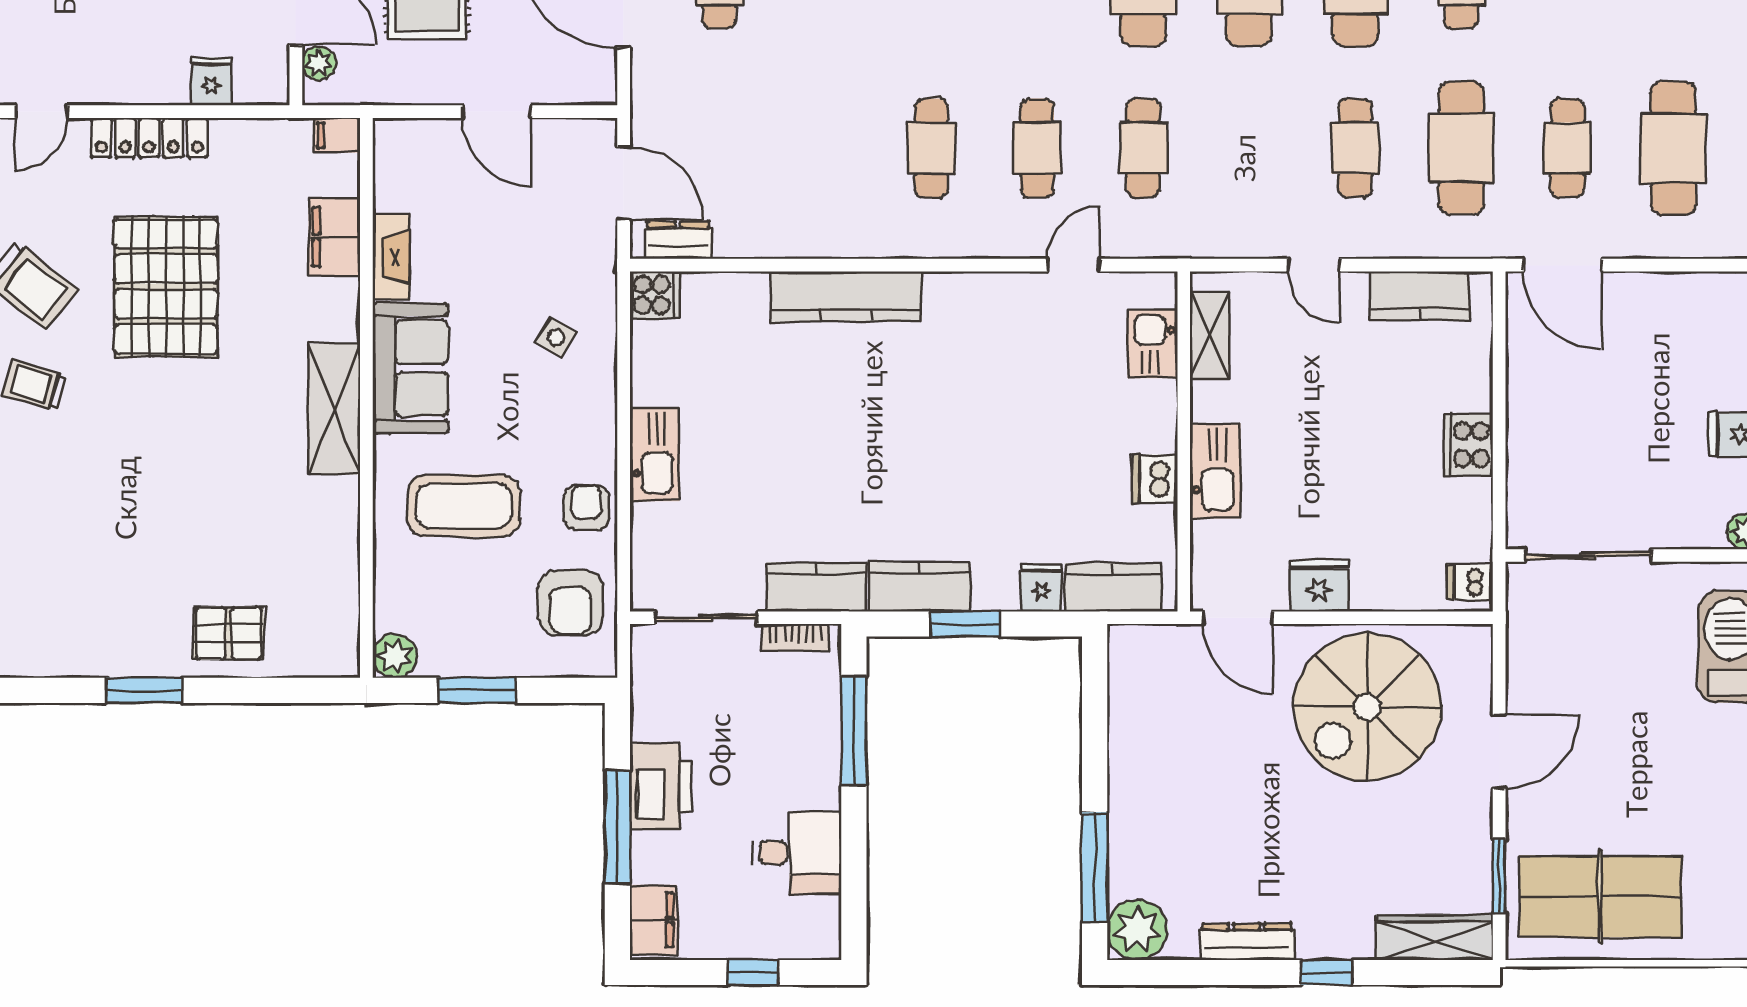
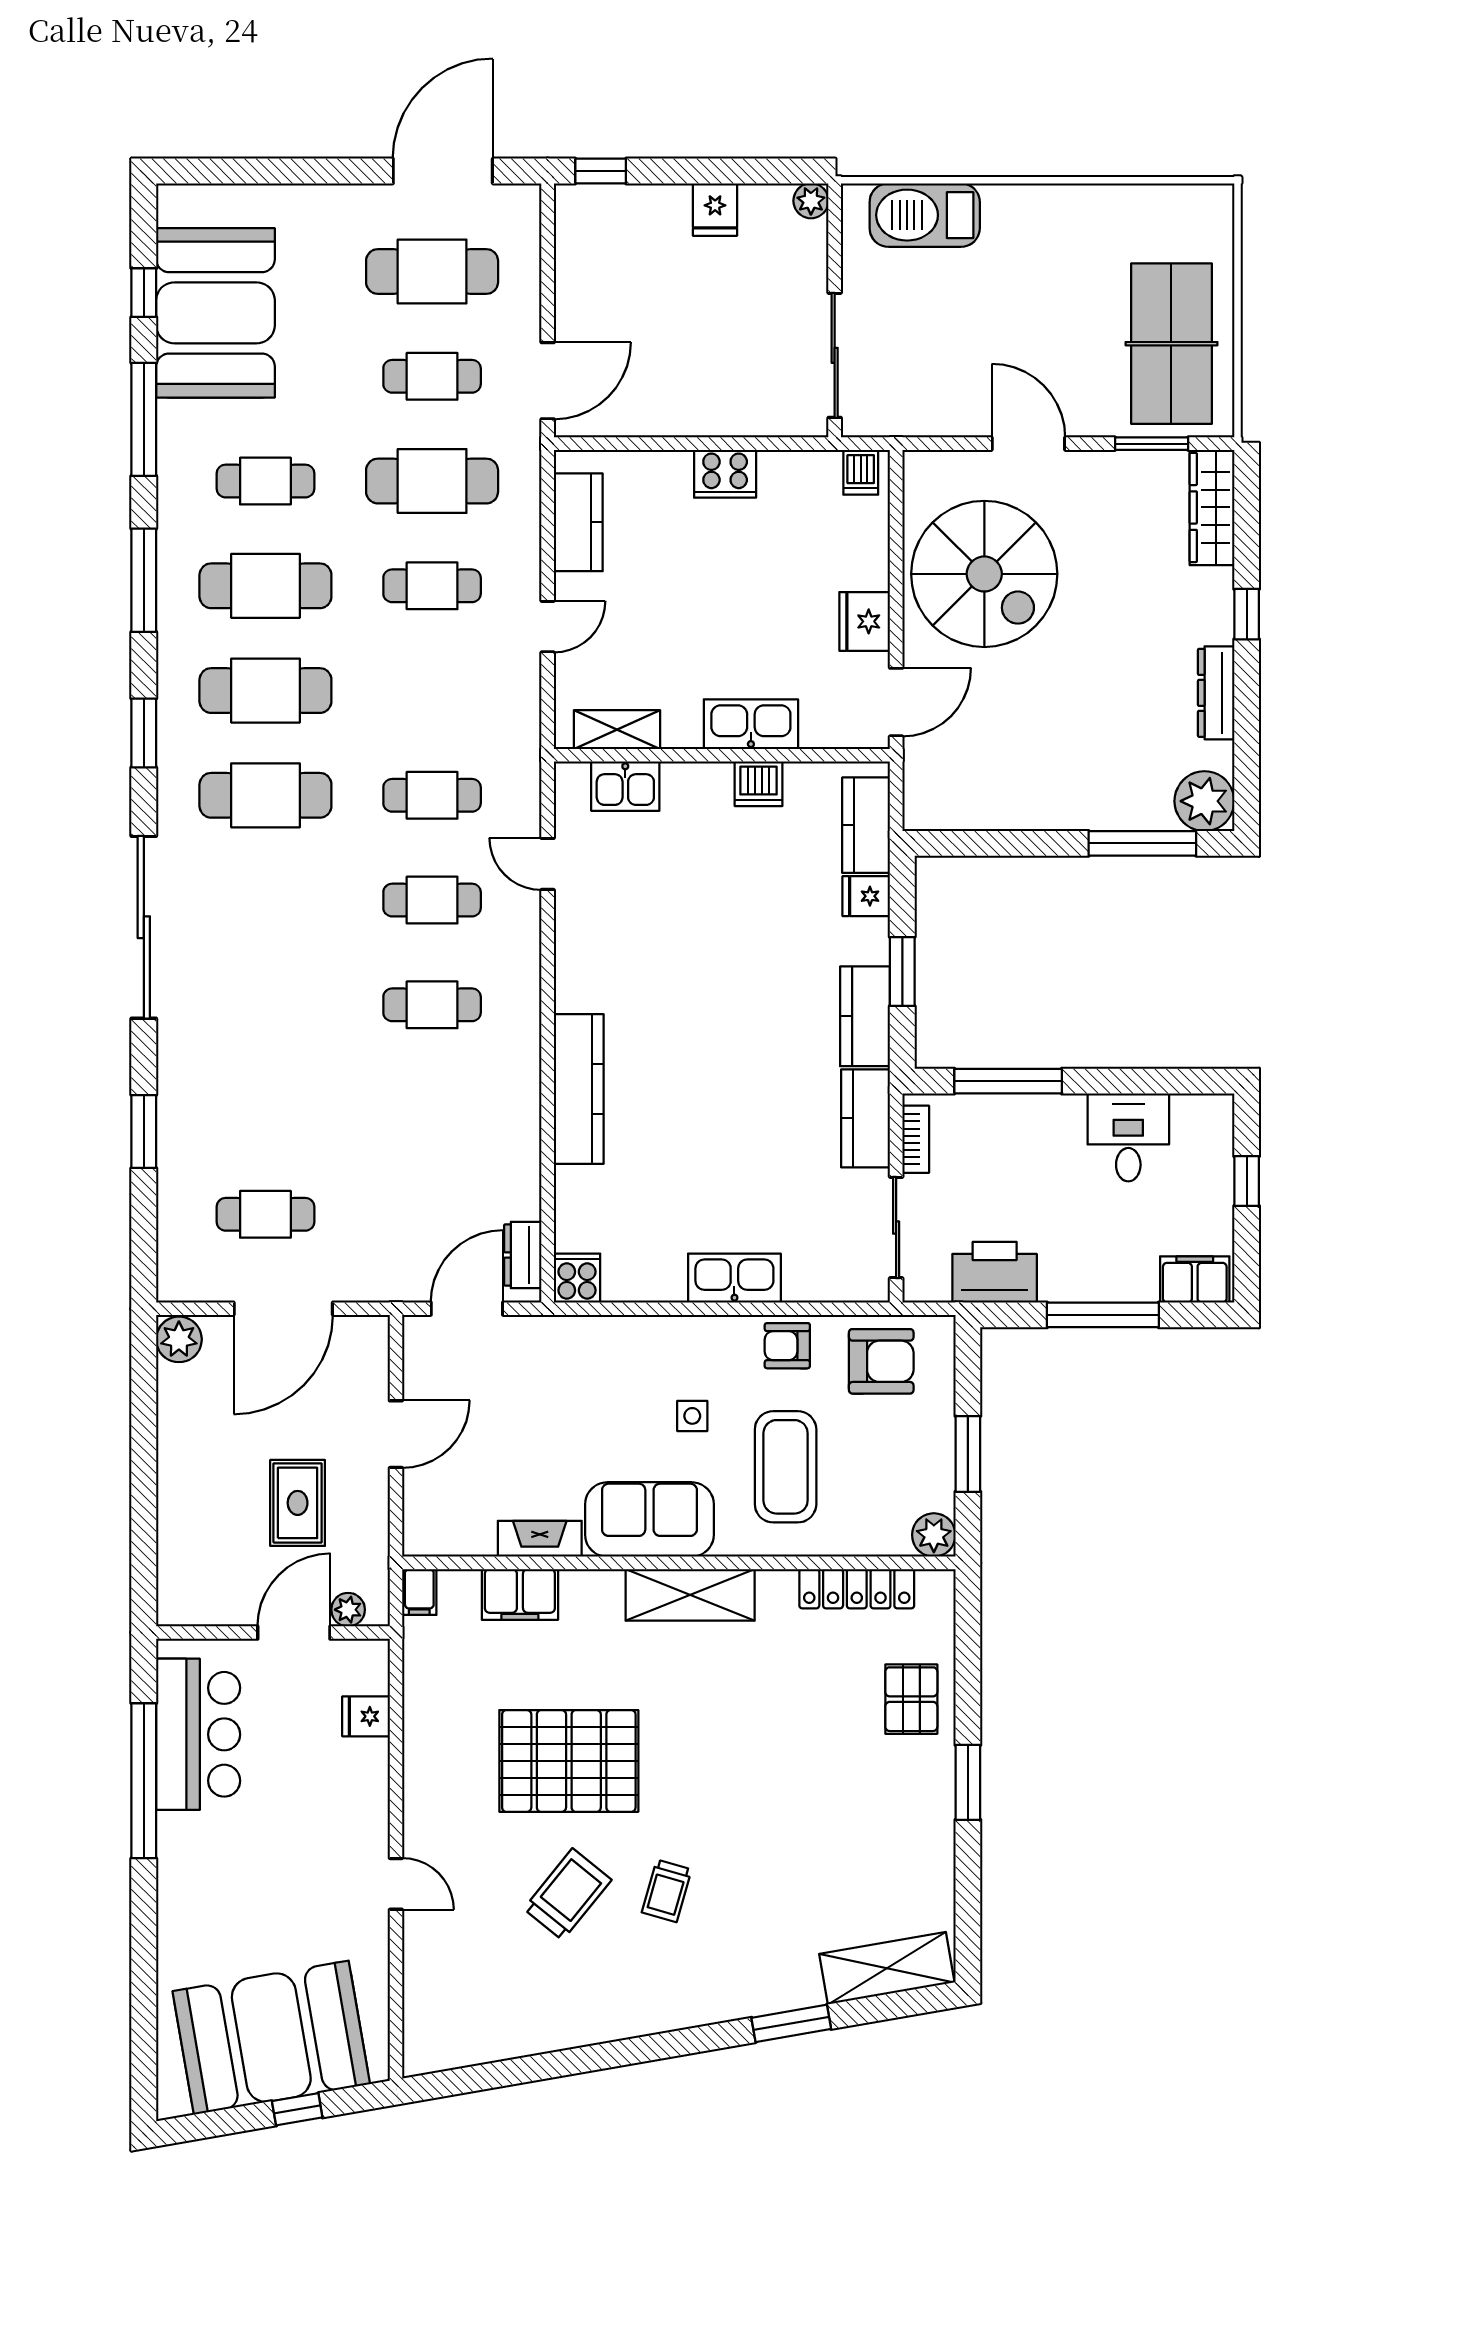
locker: (149, 138) -> (857, 1589), moved, turned 90
side table: (556, 337) -> (692, 1416), moved, turned -30
printer: (661, 786) -> (995, 1272), moved

